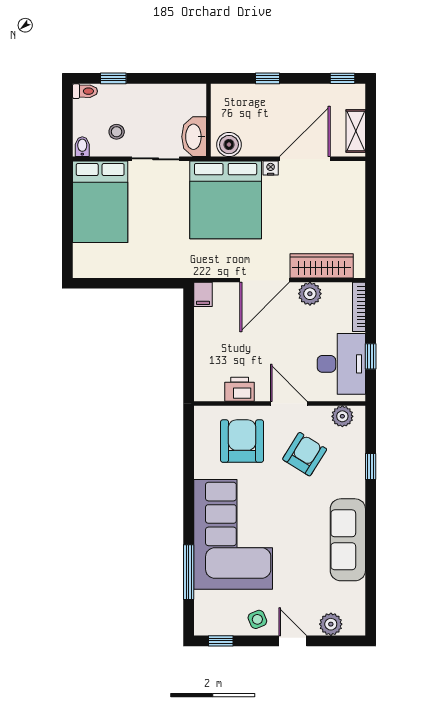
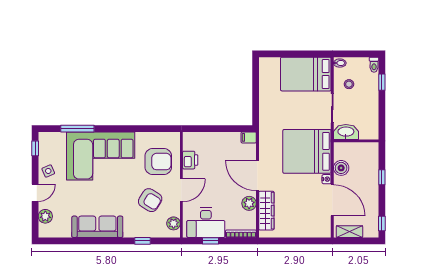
boiler: (229, 145) -> (341, 168), moved

